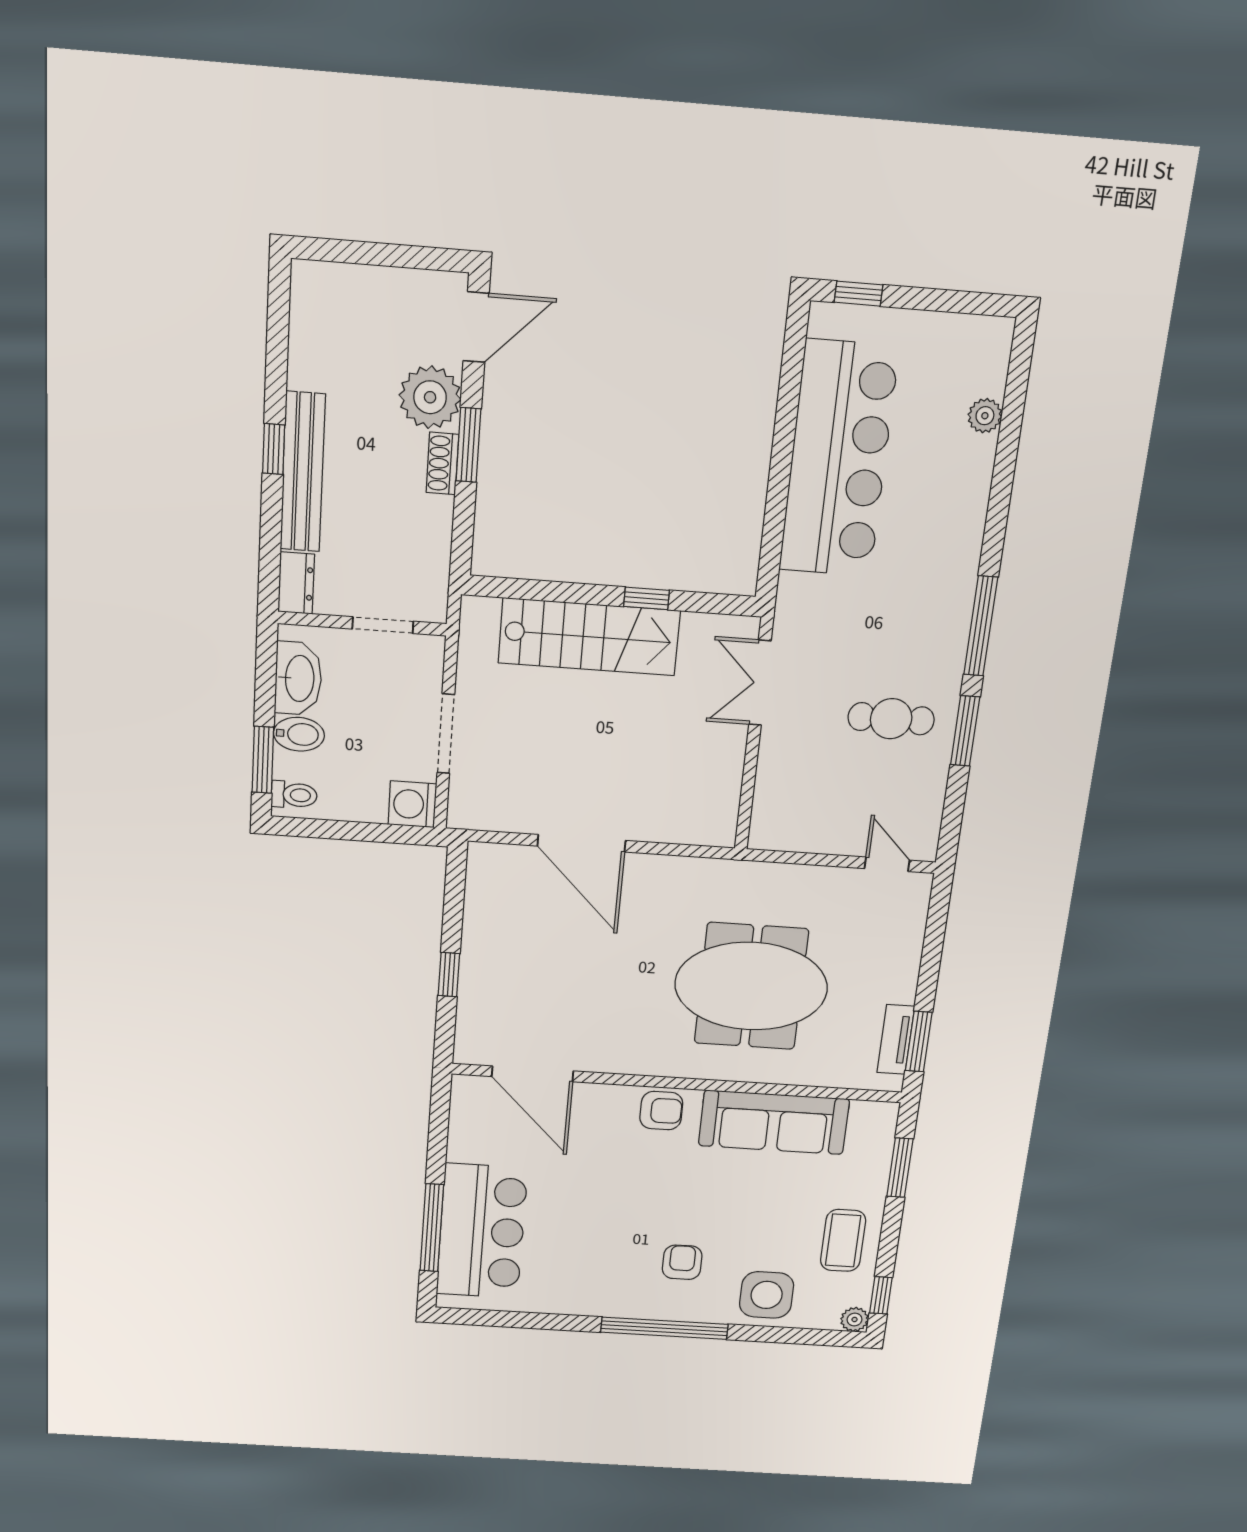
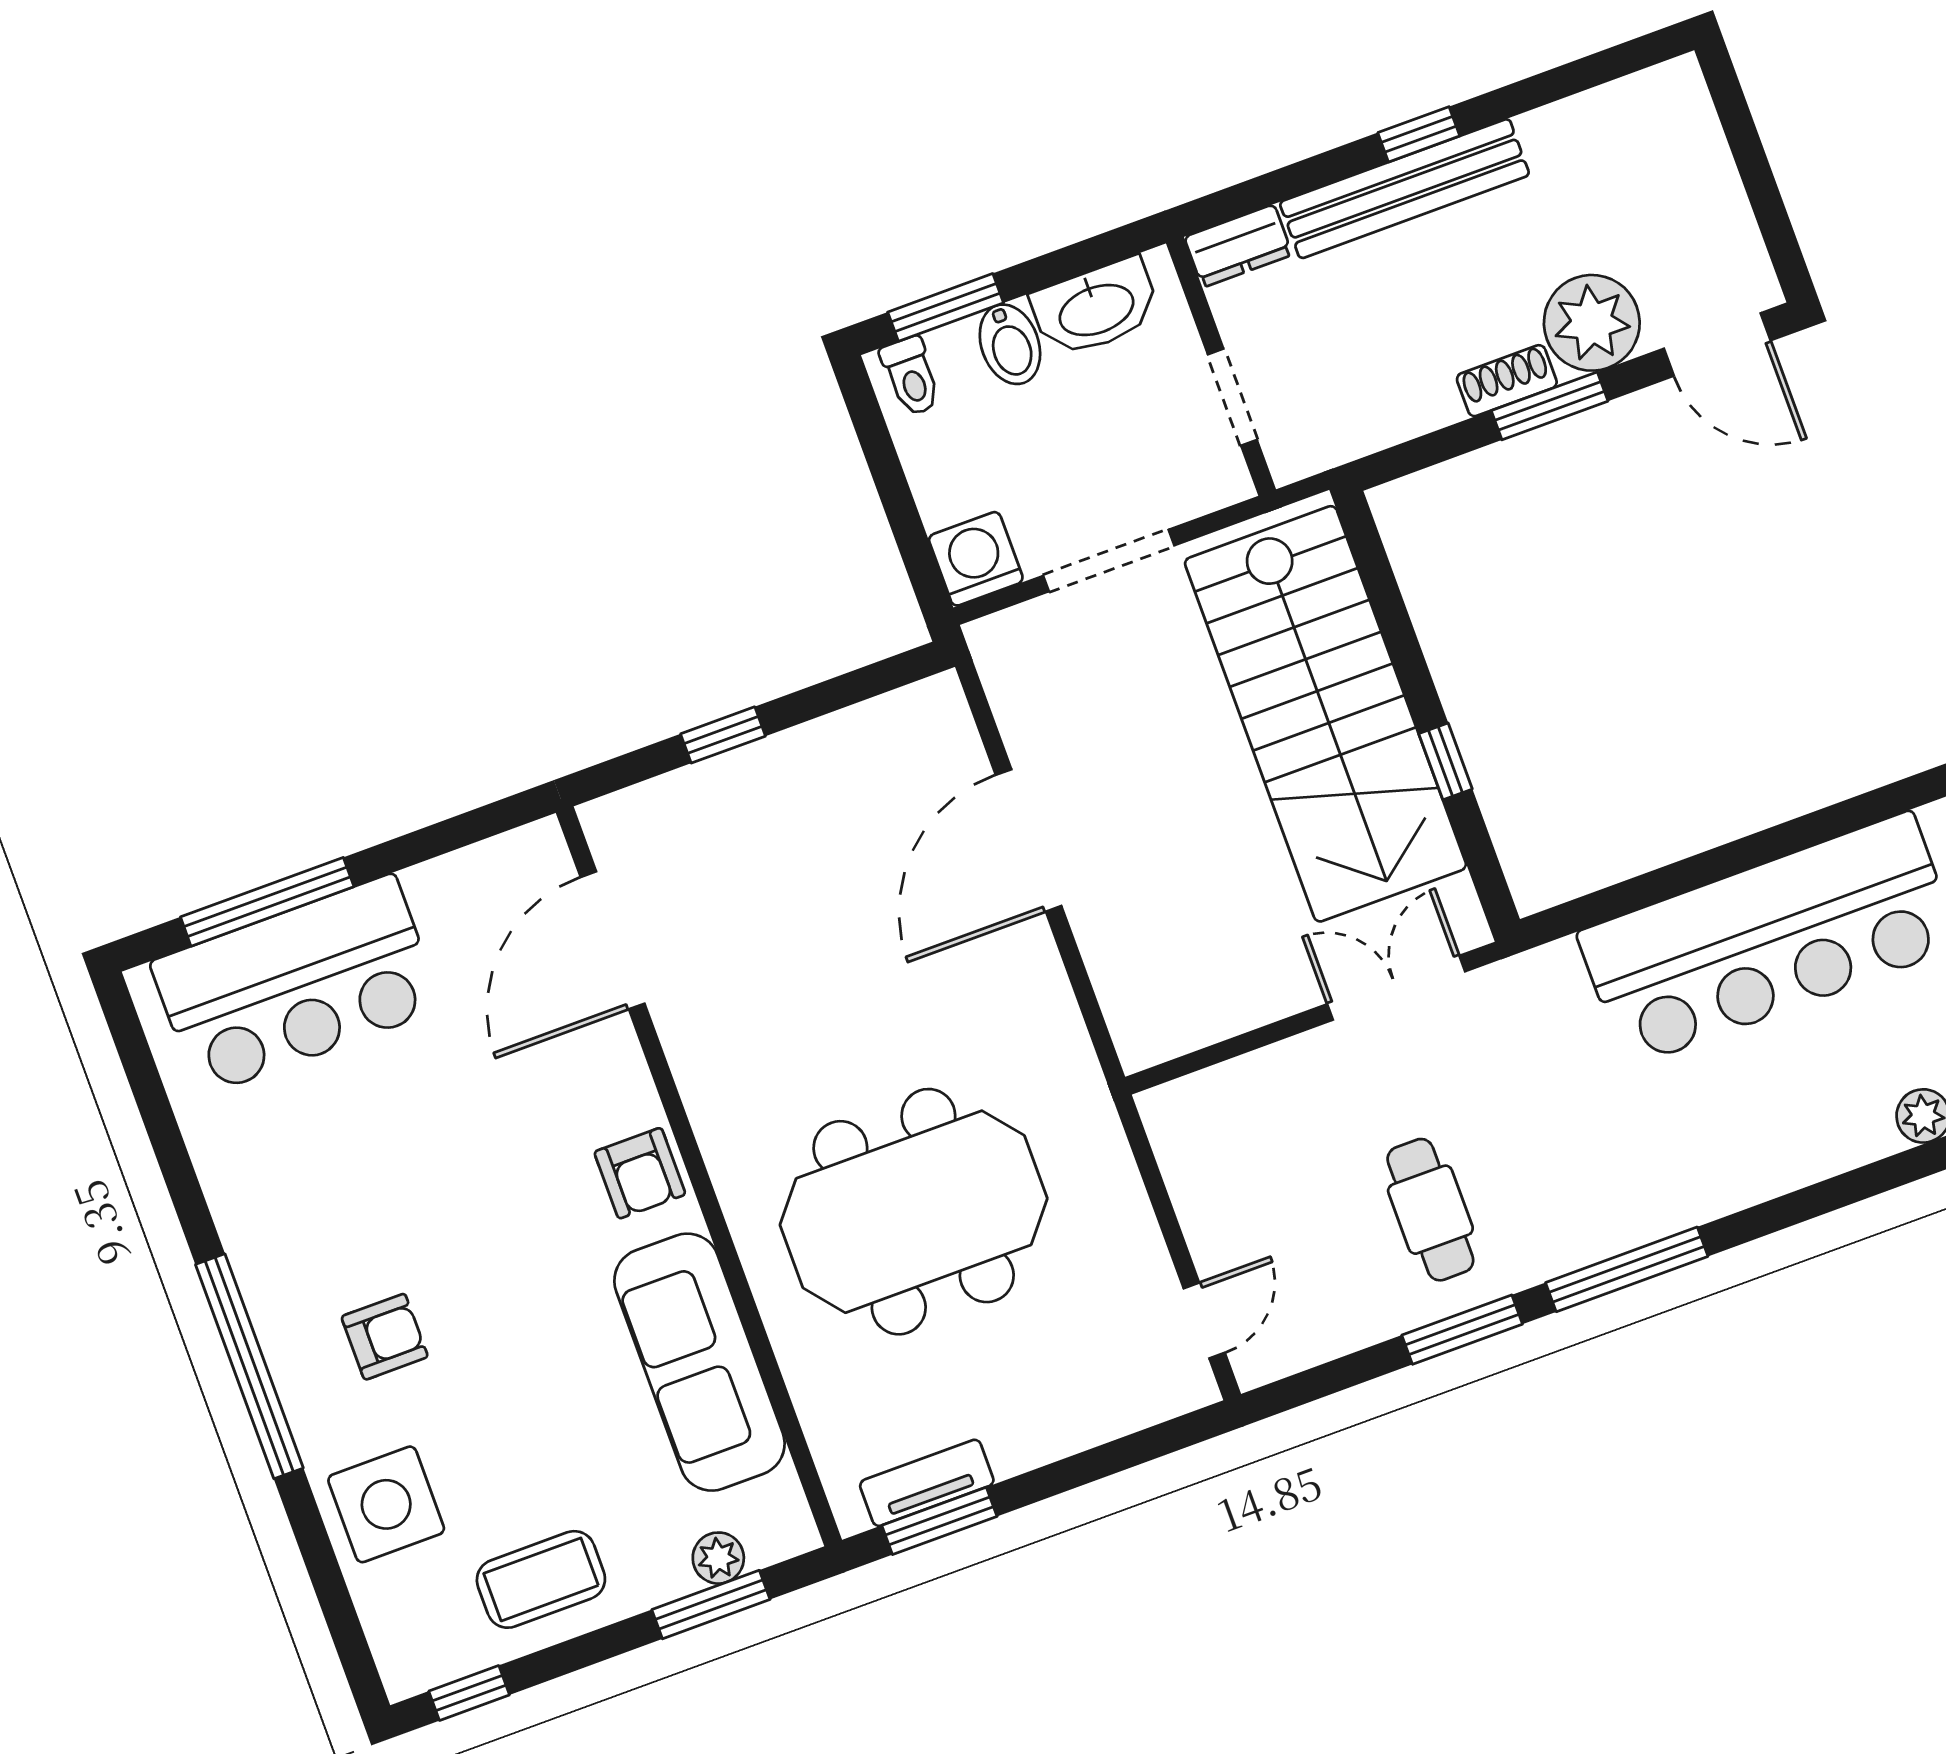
stairs: (589, 637) -> (1326, 714), width x1.36, depth x1.51
meeting table: (751, 986) -> (914, 1212), turned 90
plant: (855, 1320) -> (718, 1558), moved

